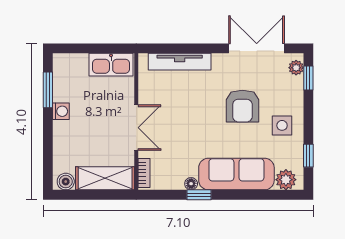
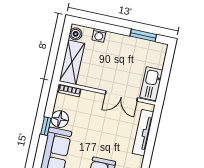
washing machine: (61, 111) -> (99, 35), moved
double door: (136, 128) -> (121, 96), moved
floor lamp: (191, 184) -> (60, 119), width x1.89, depth x1.89

